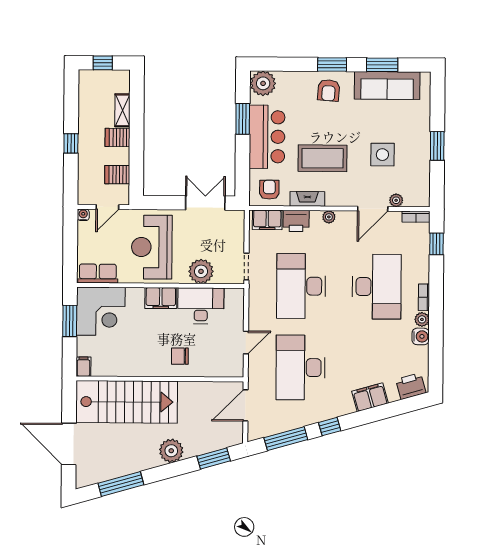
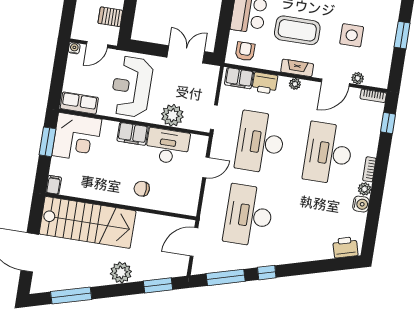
fireplace: (307, 199) -> (297, 68), moved
desk: (377, 287) -> (328, 153), turned 180
door: (246, 342) -> (206, 167), moved
filing cabinet: (370, 397) -> (307, 252), removed

